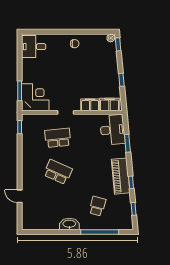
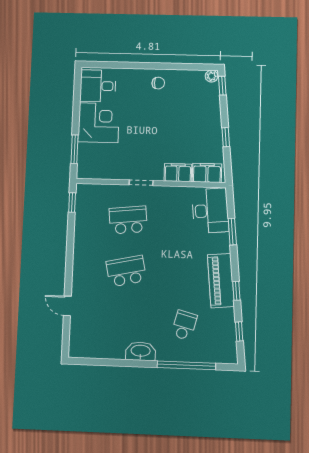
corner desk: (35, 97) -> (99, 123), moved
school desk: (58, 172) -> (126, 271), turned -36

